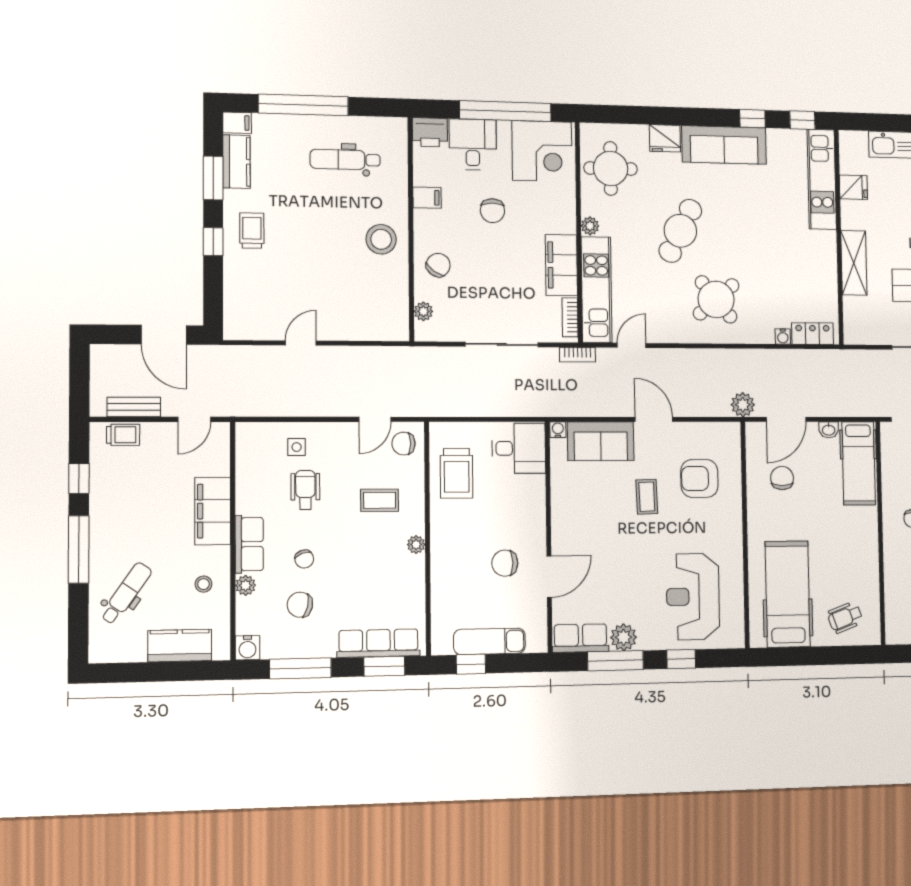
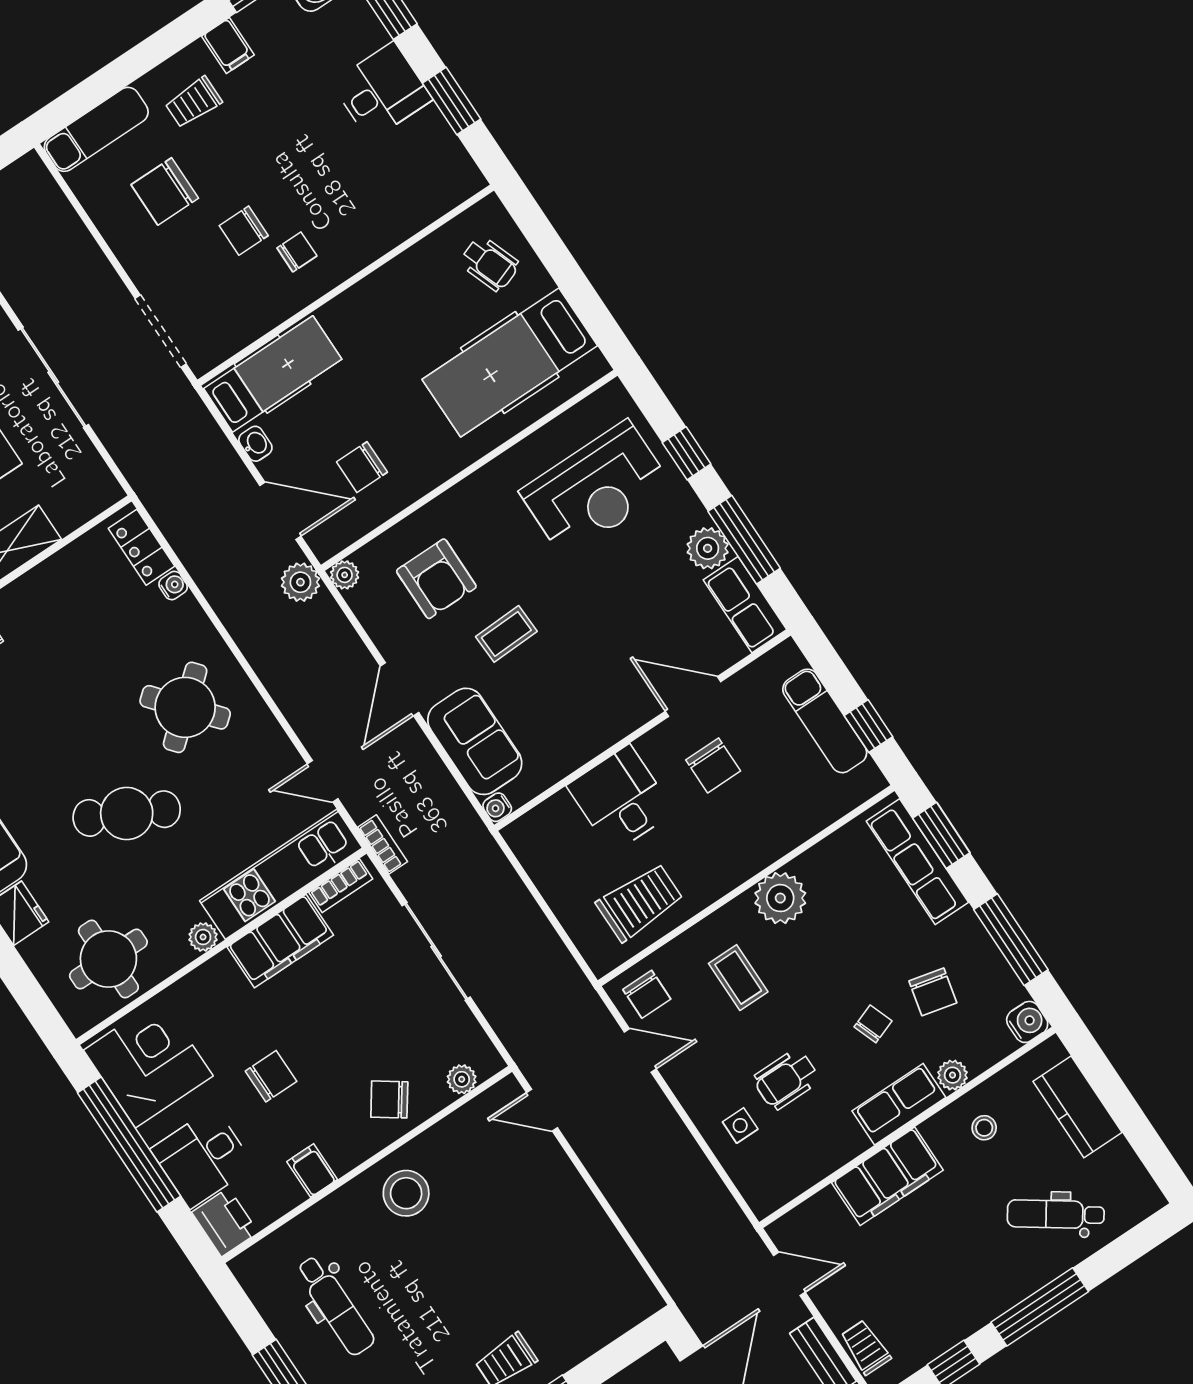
door: (301, 343) -> (542, 1110), moved
plant: (732, 431) -> (345, 575), added
desk: (519, 448) -> (621, 799), moved
plant: (416, 545) -> (780, 898), width x1.88, depth x1.88

